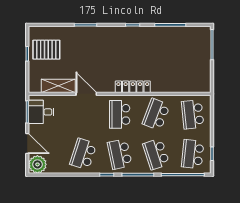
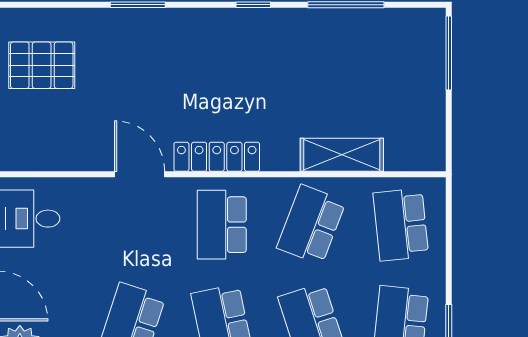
shelving: (58, 86) -> (342, 155), moved
locker: (133, 87) -> (217, 157), moved

